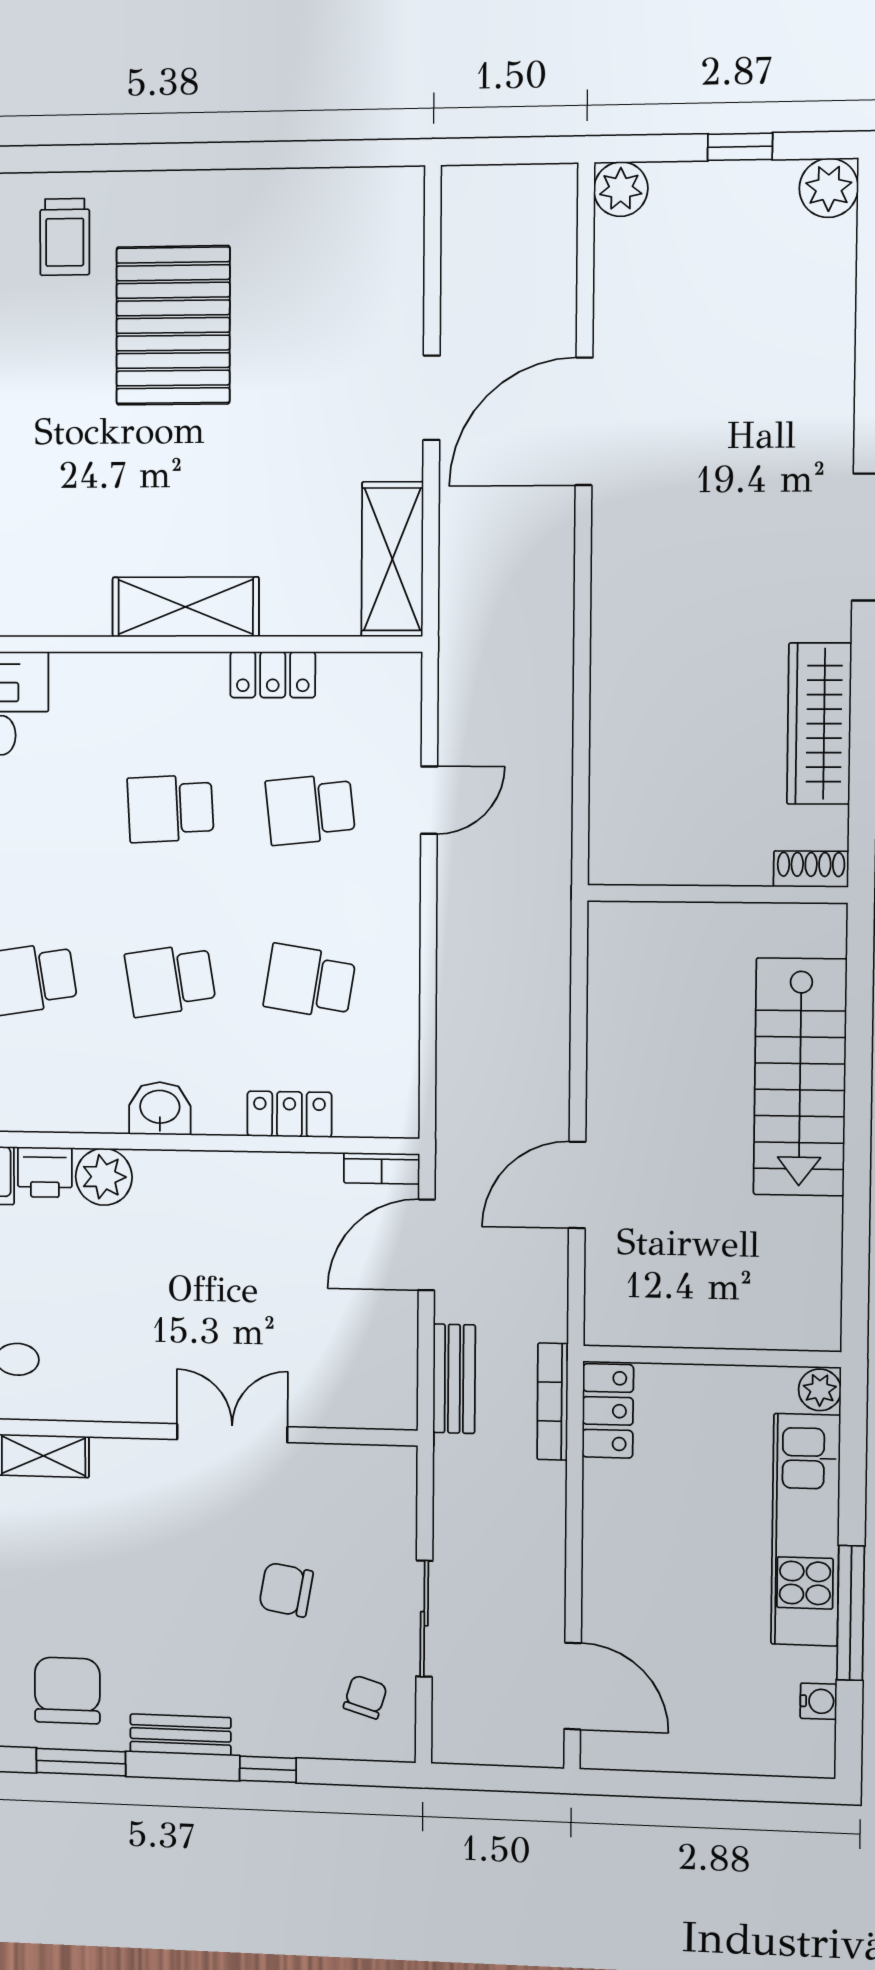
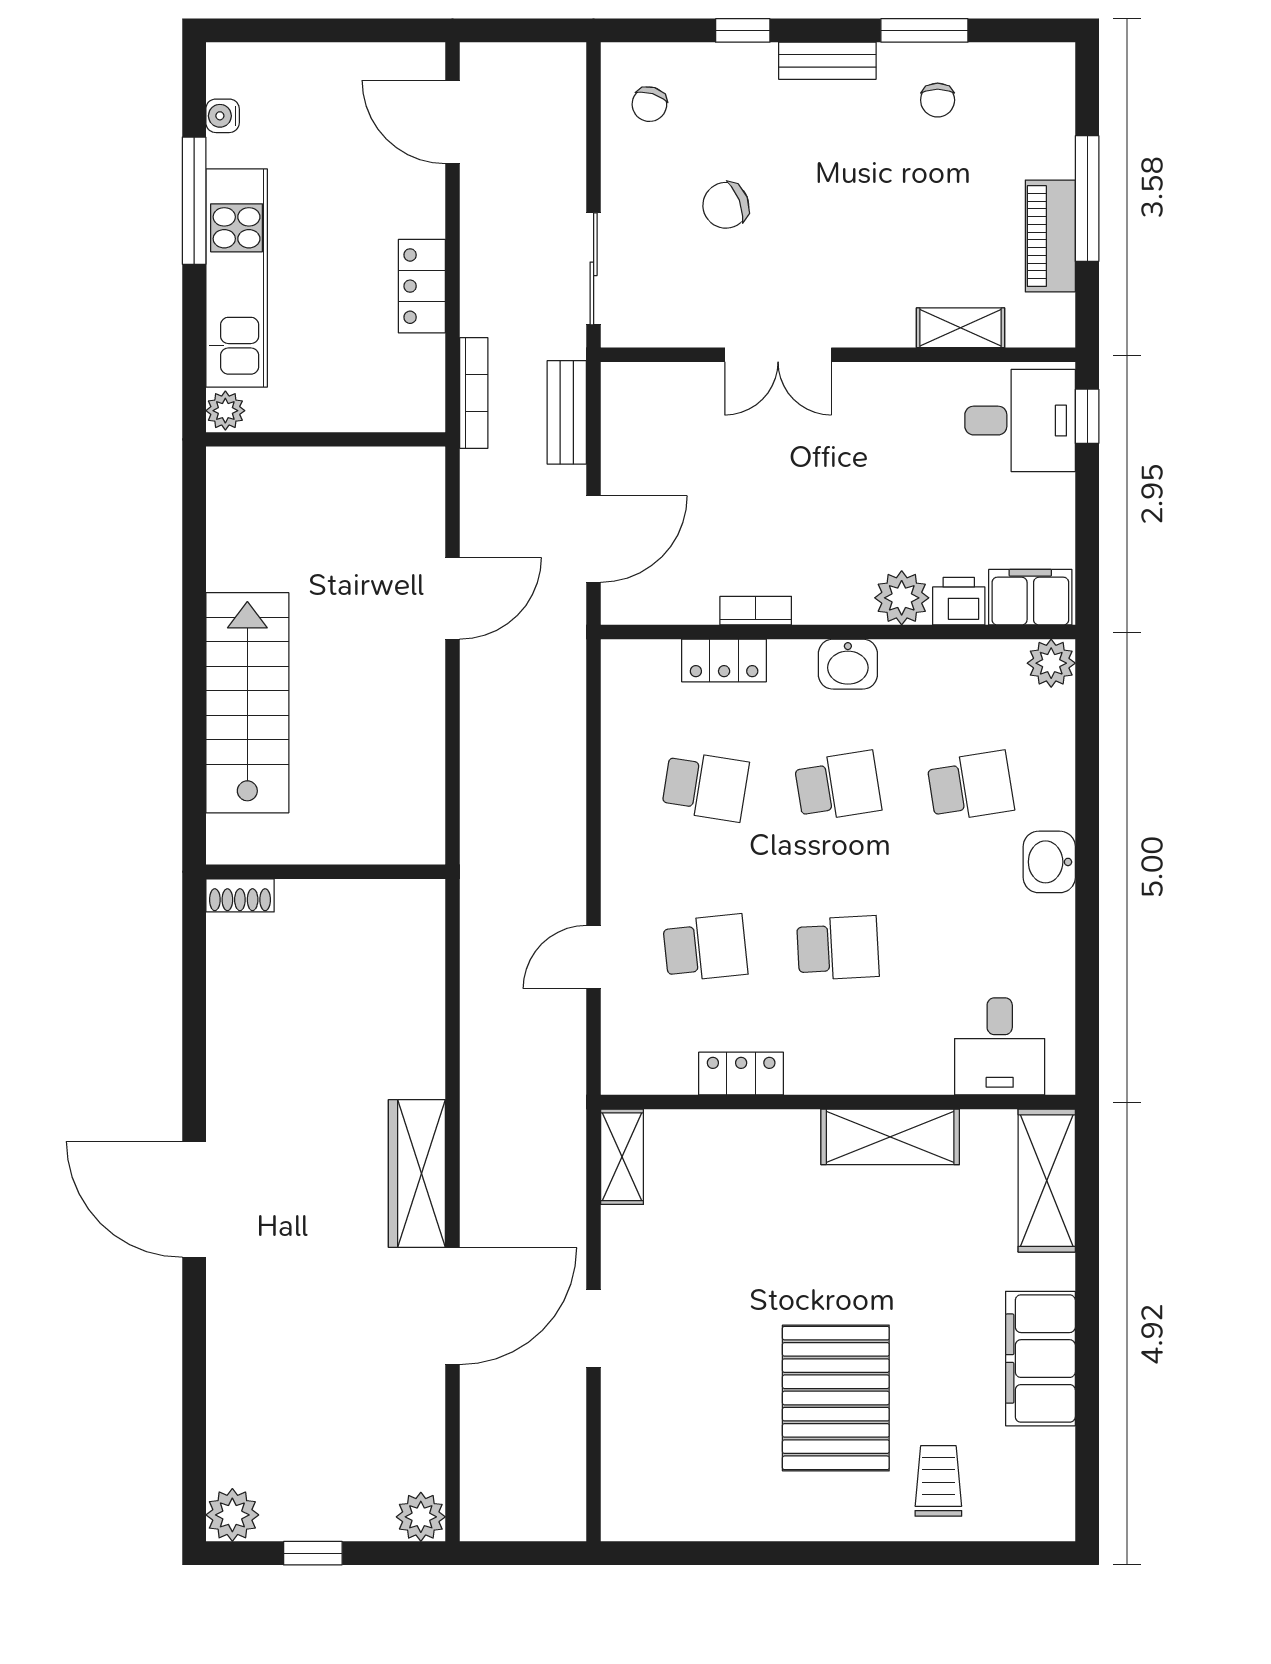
shelving: (392, 559) -> (622, 1157), width x0.67, depth x0.75
shelving: (186, 607) -> (890, 1137), moved
wardrobe: (819, 724) -> (417, 1173), moved, turned 180
bookcase: (382, 1168) -> (756, 611), moved
locker: (608, 1411) -> (422, 286), moved
chair: (286, 1590) -> (726, 205), turned 149
sliding door: (424, 1619) -> (594, 269), moved
chair: (67, 1690) -> (938, 100), width x0.54, depth x0.54

